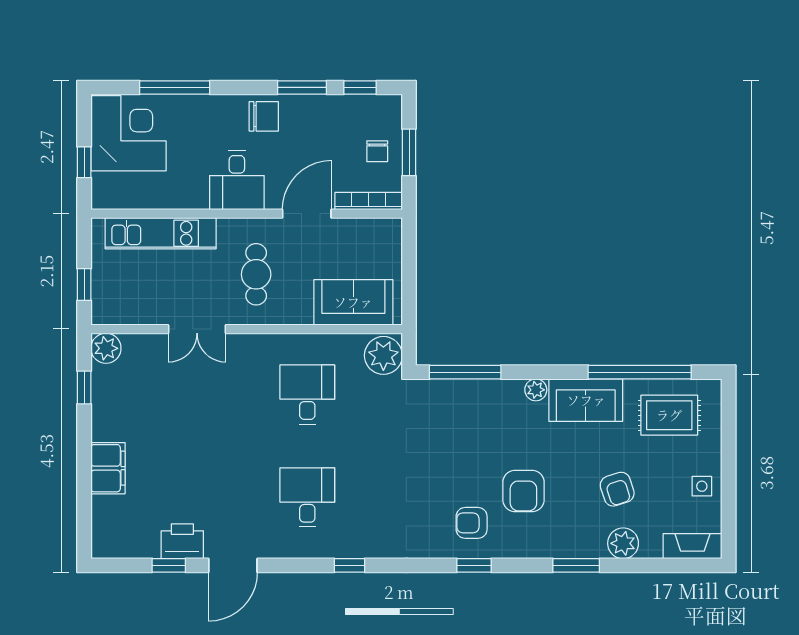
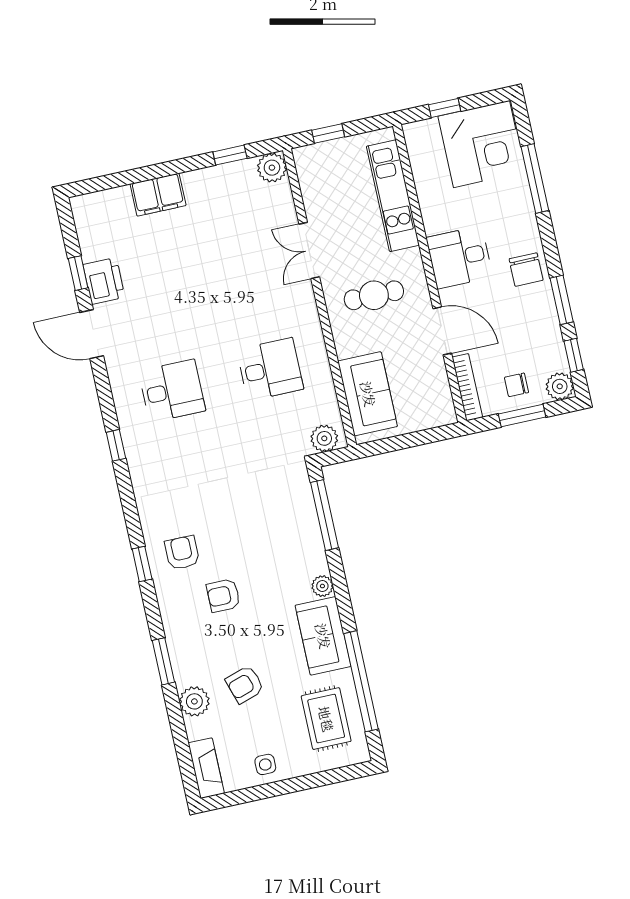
plant: (388, 108) -> (560, 386), added
plant: (383, 355) -> (324, 438), width x0.73, depth x0.73
armchair: (523, 491) -> (223, 596), width x0.72, depth x0.72

